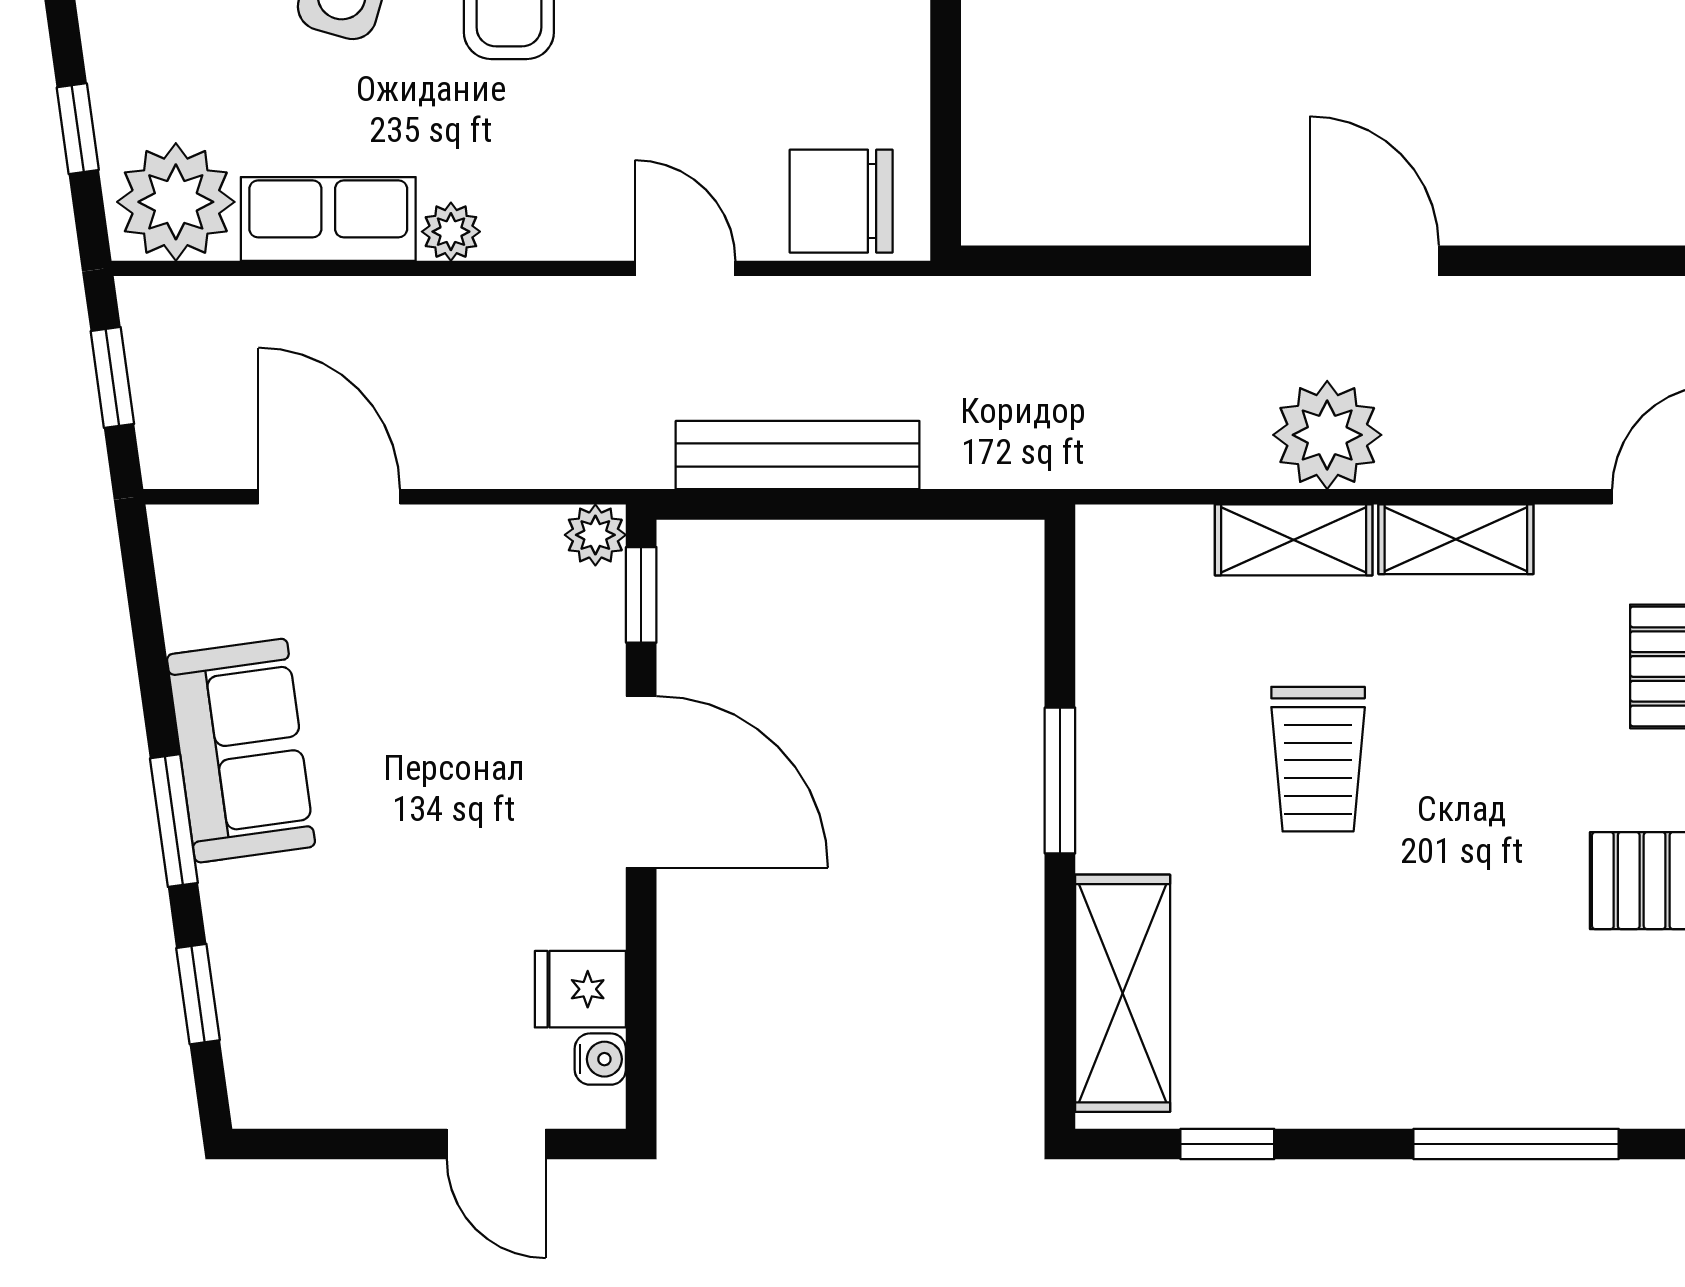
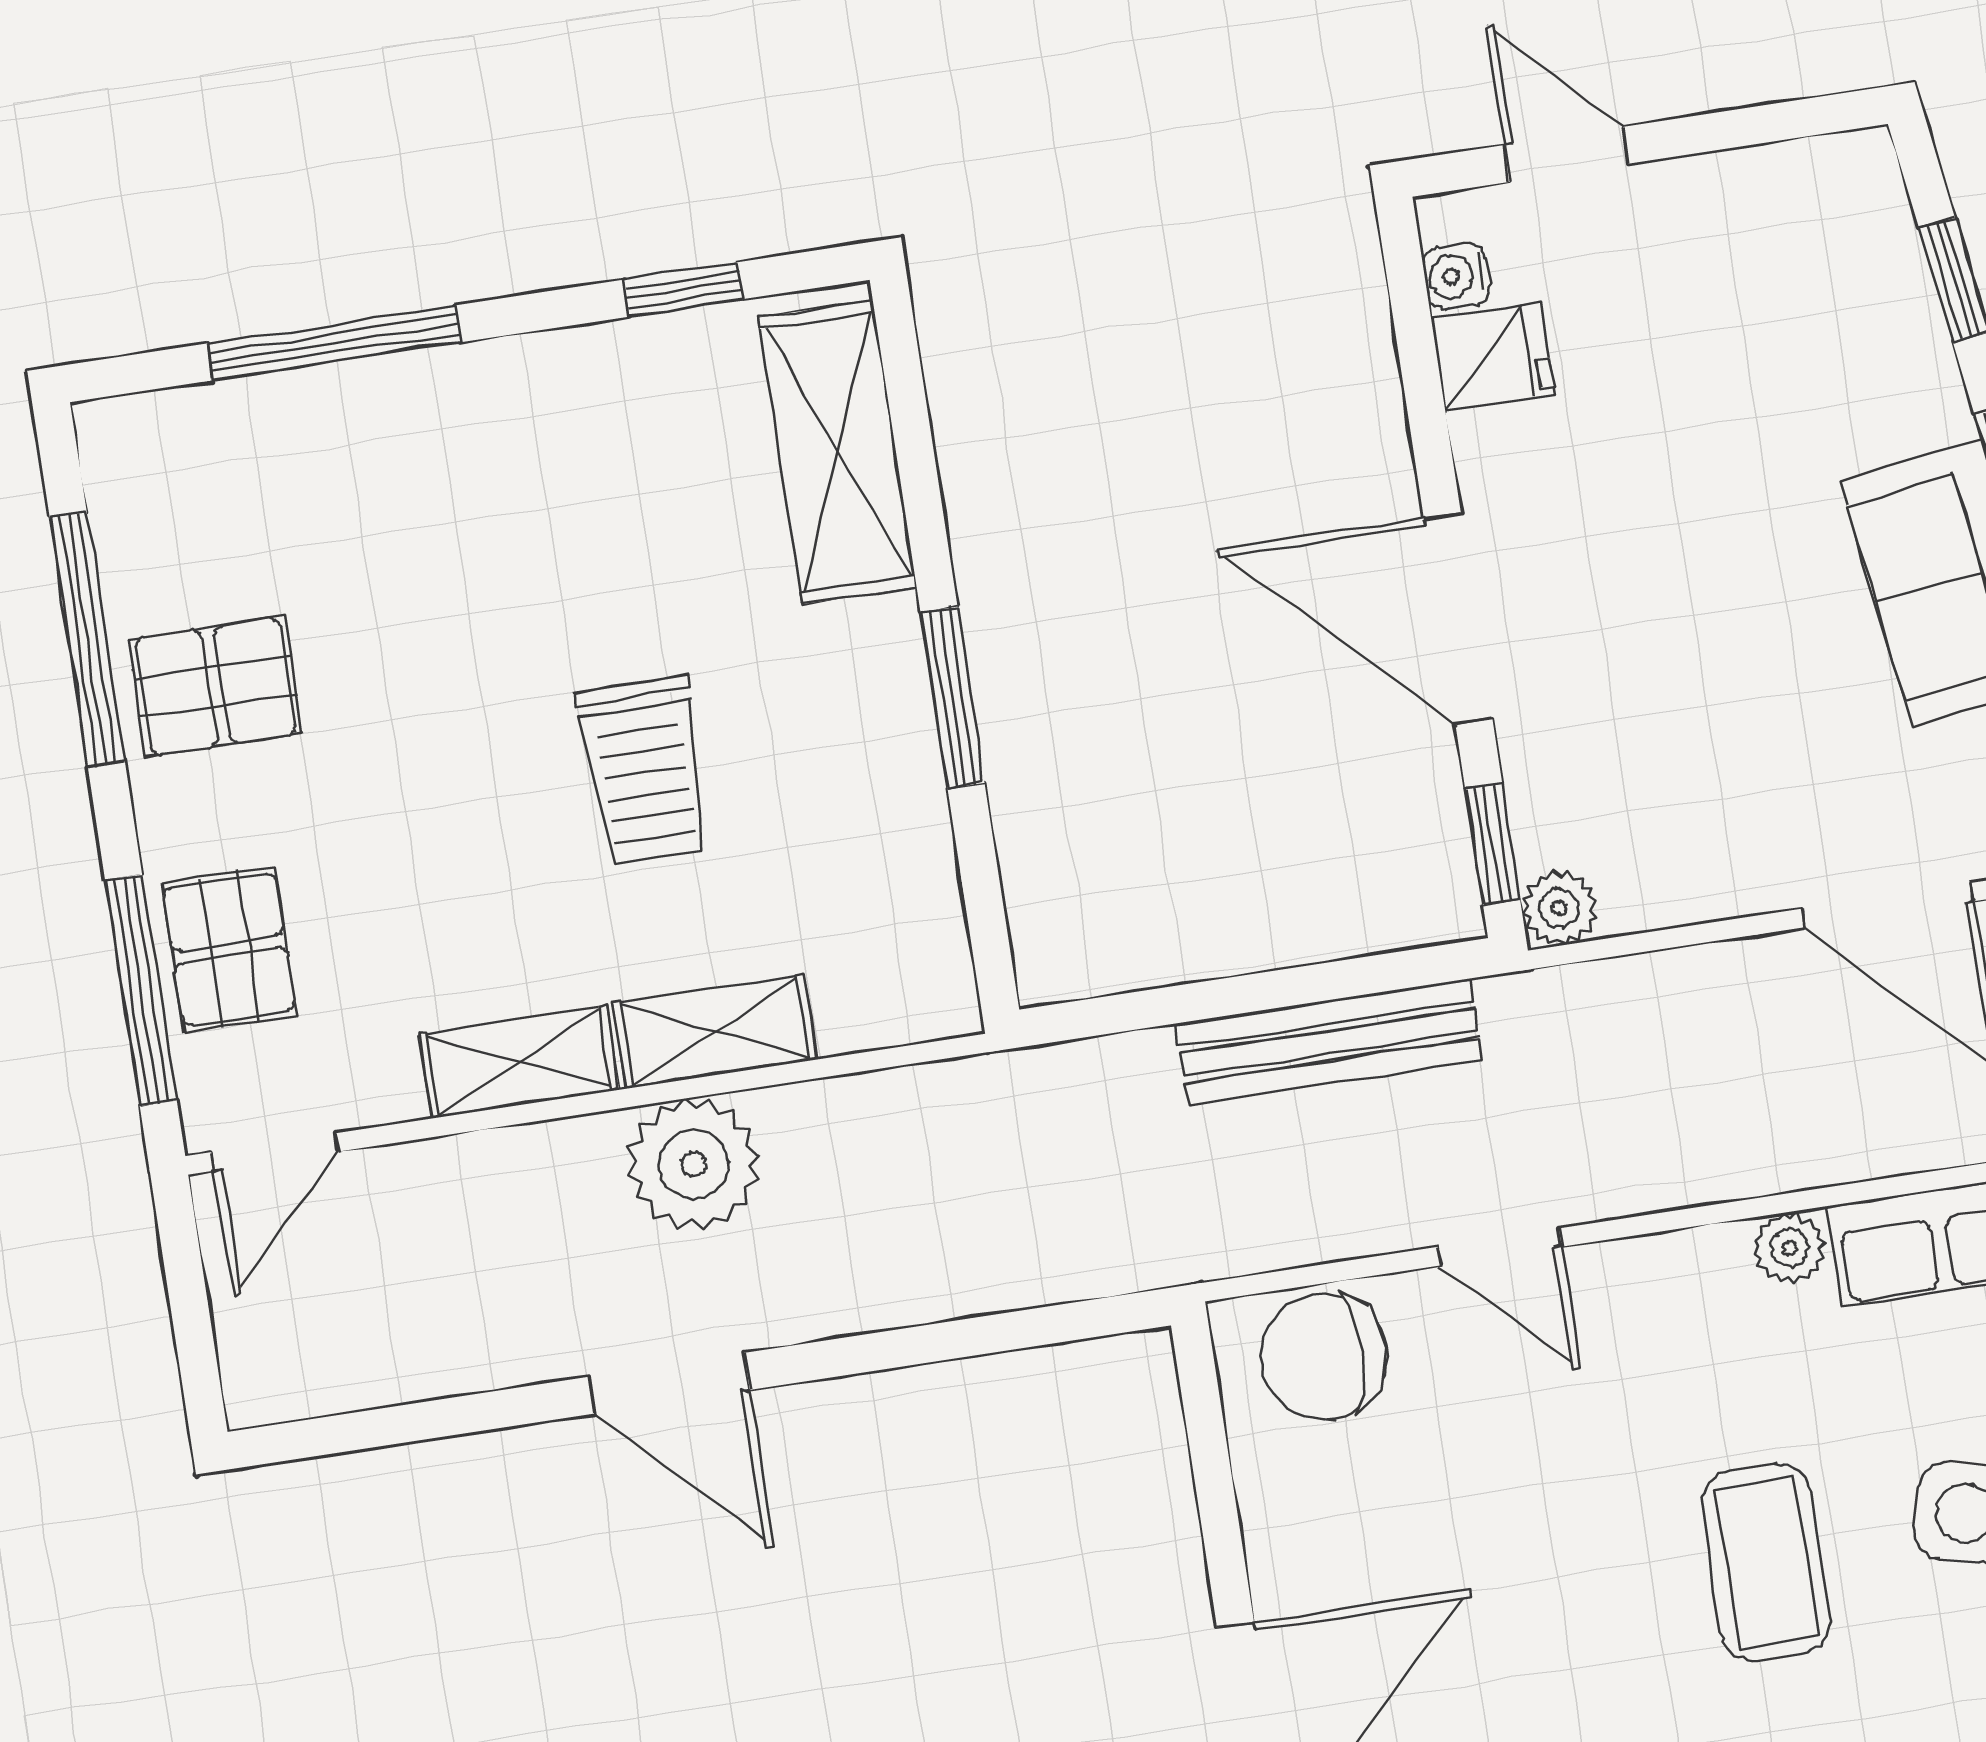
chair: (841, 201) -> (1324, 1357), turned 180
trolley: (1318, 759) -> (645, 771), turned 180

